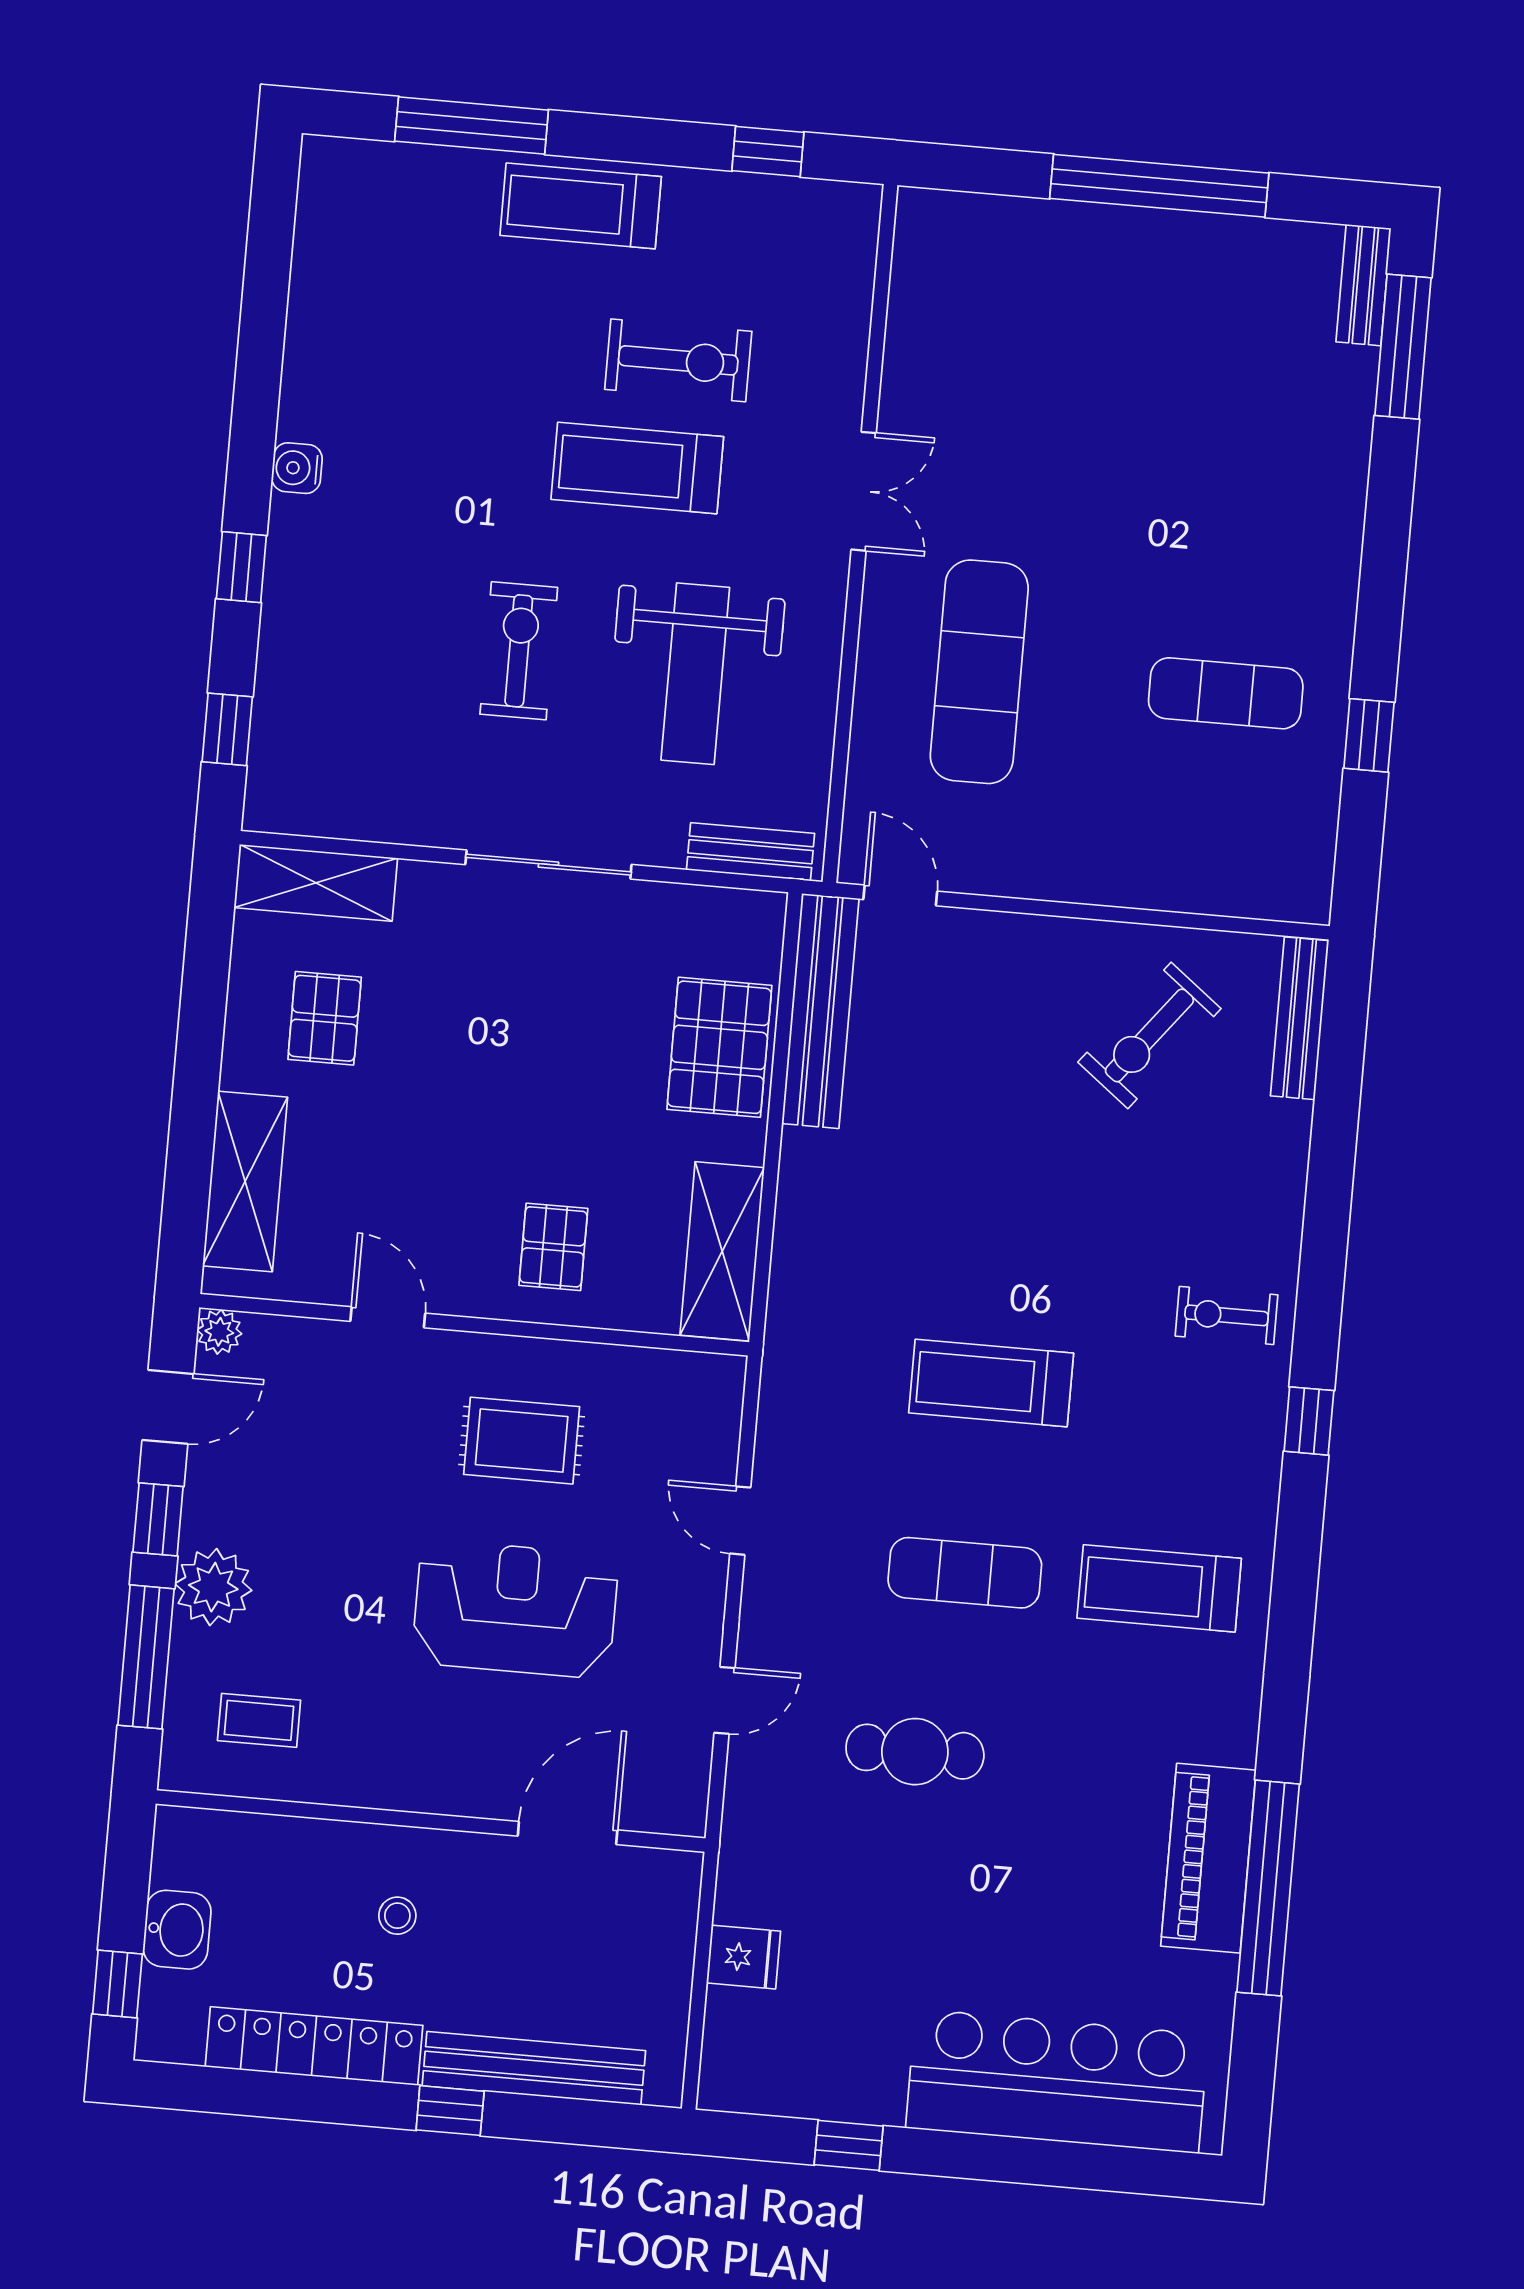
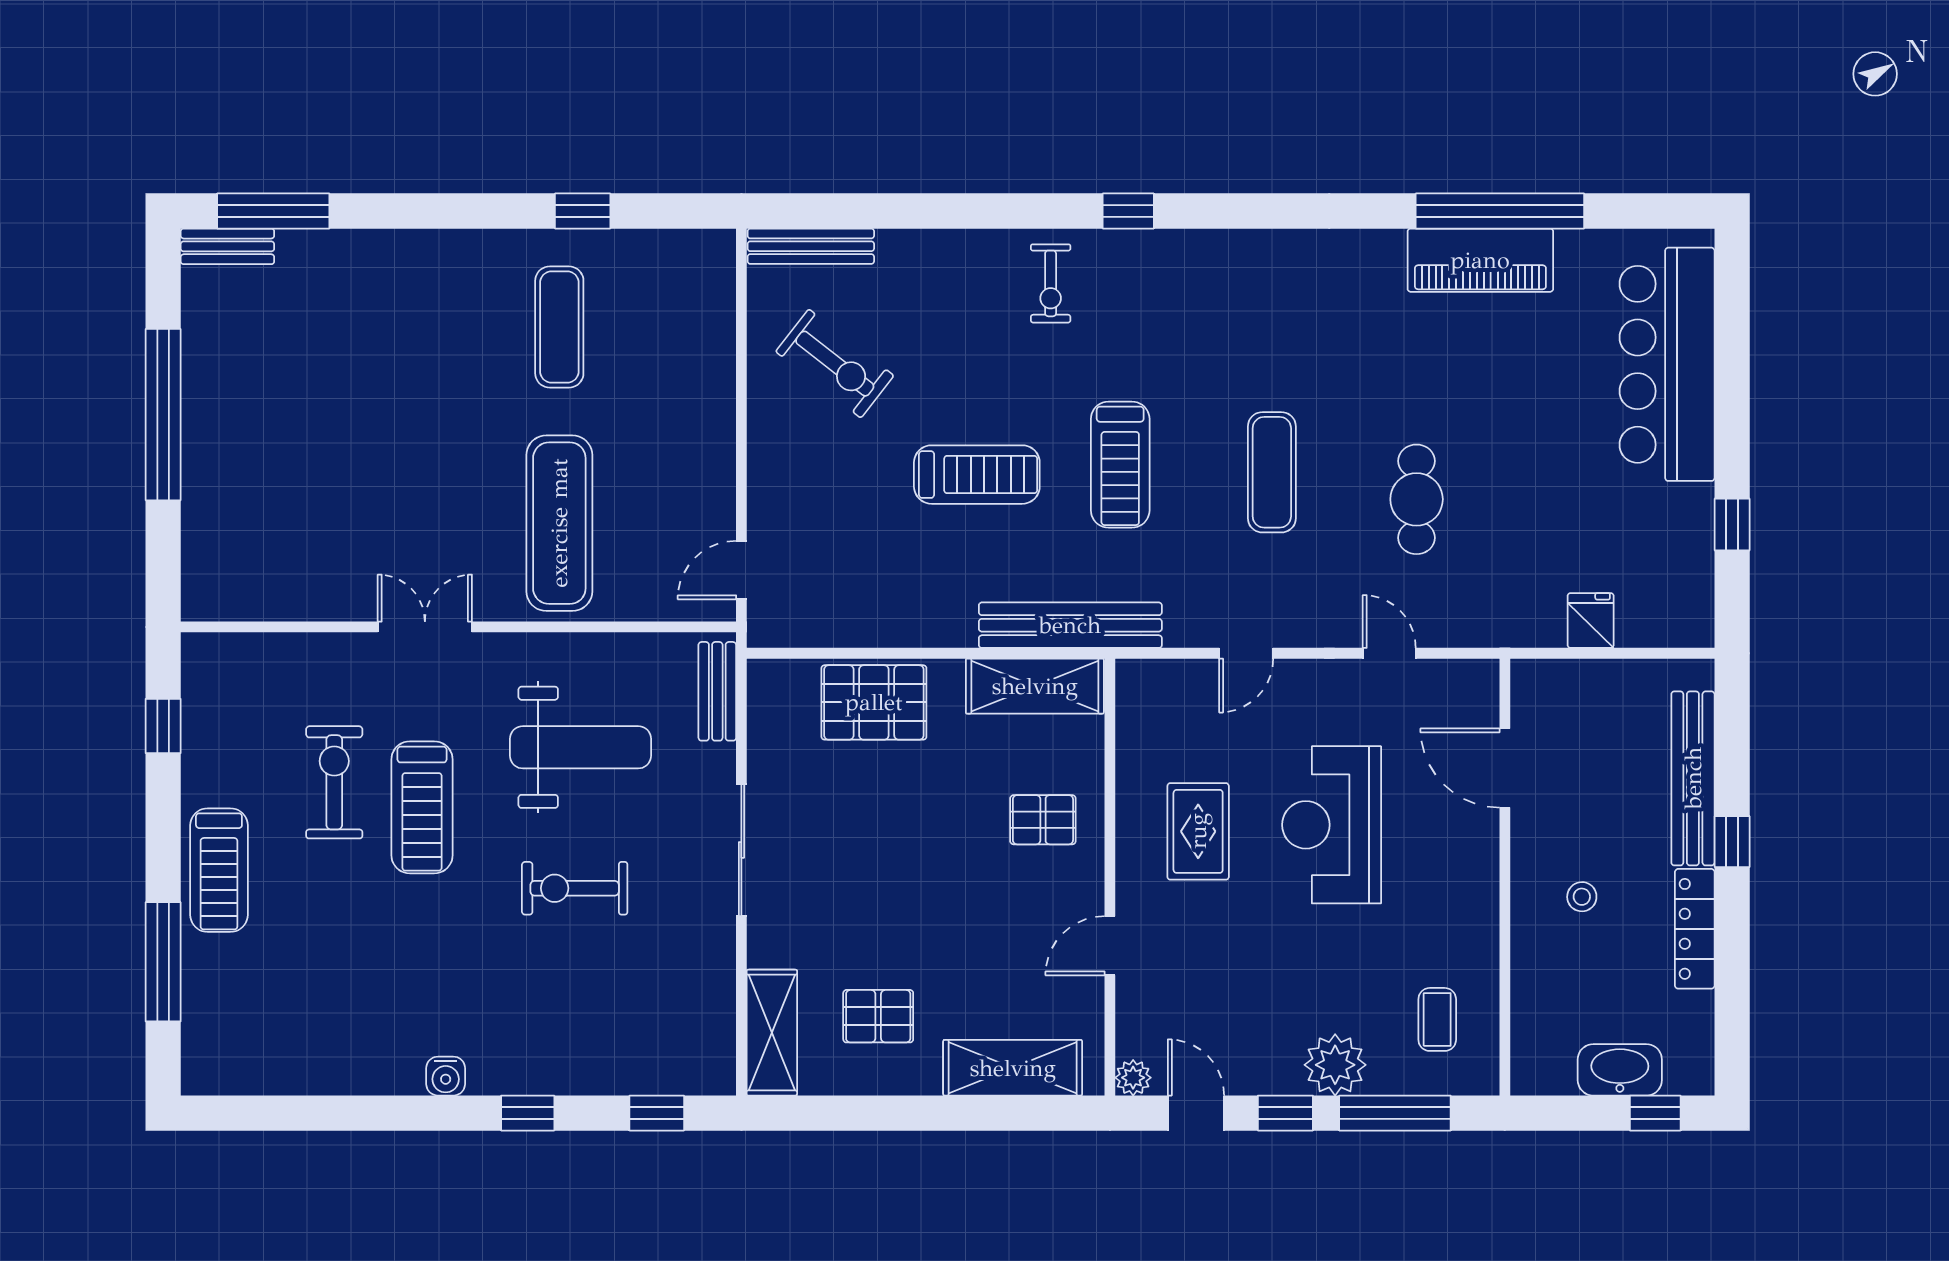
exercise mat: (979, 672) -> (559, 523), turned 90
bench: (820, 1011) -> (1070, 625), moved
treadmill: (1159, 1588) -> (977, 475), moved, turned -90
washbasin: (177, 1930) -> (1620, 1070), width x1.38
locker: (314, 2046) -> (1695, 929), width x0.71, depth x0.83

